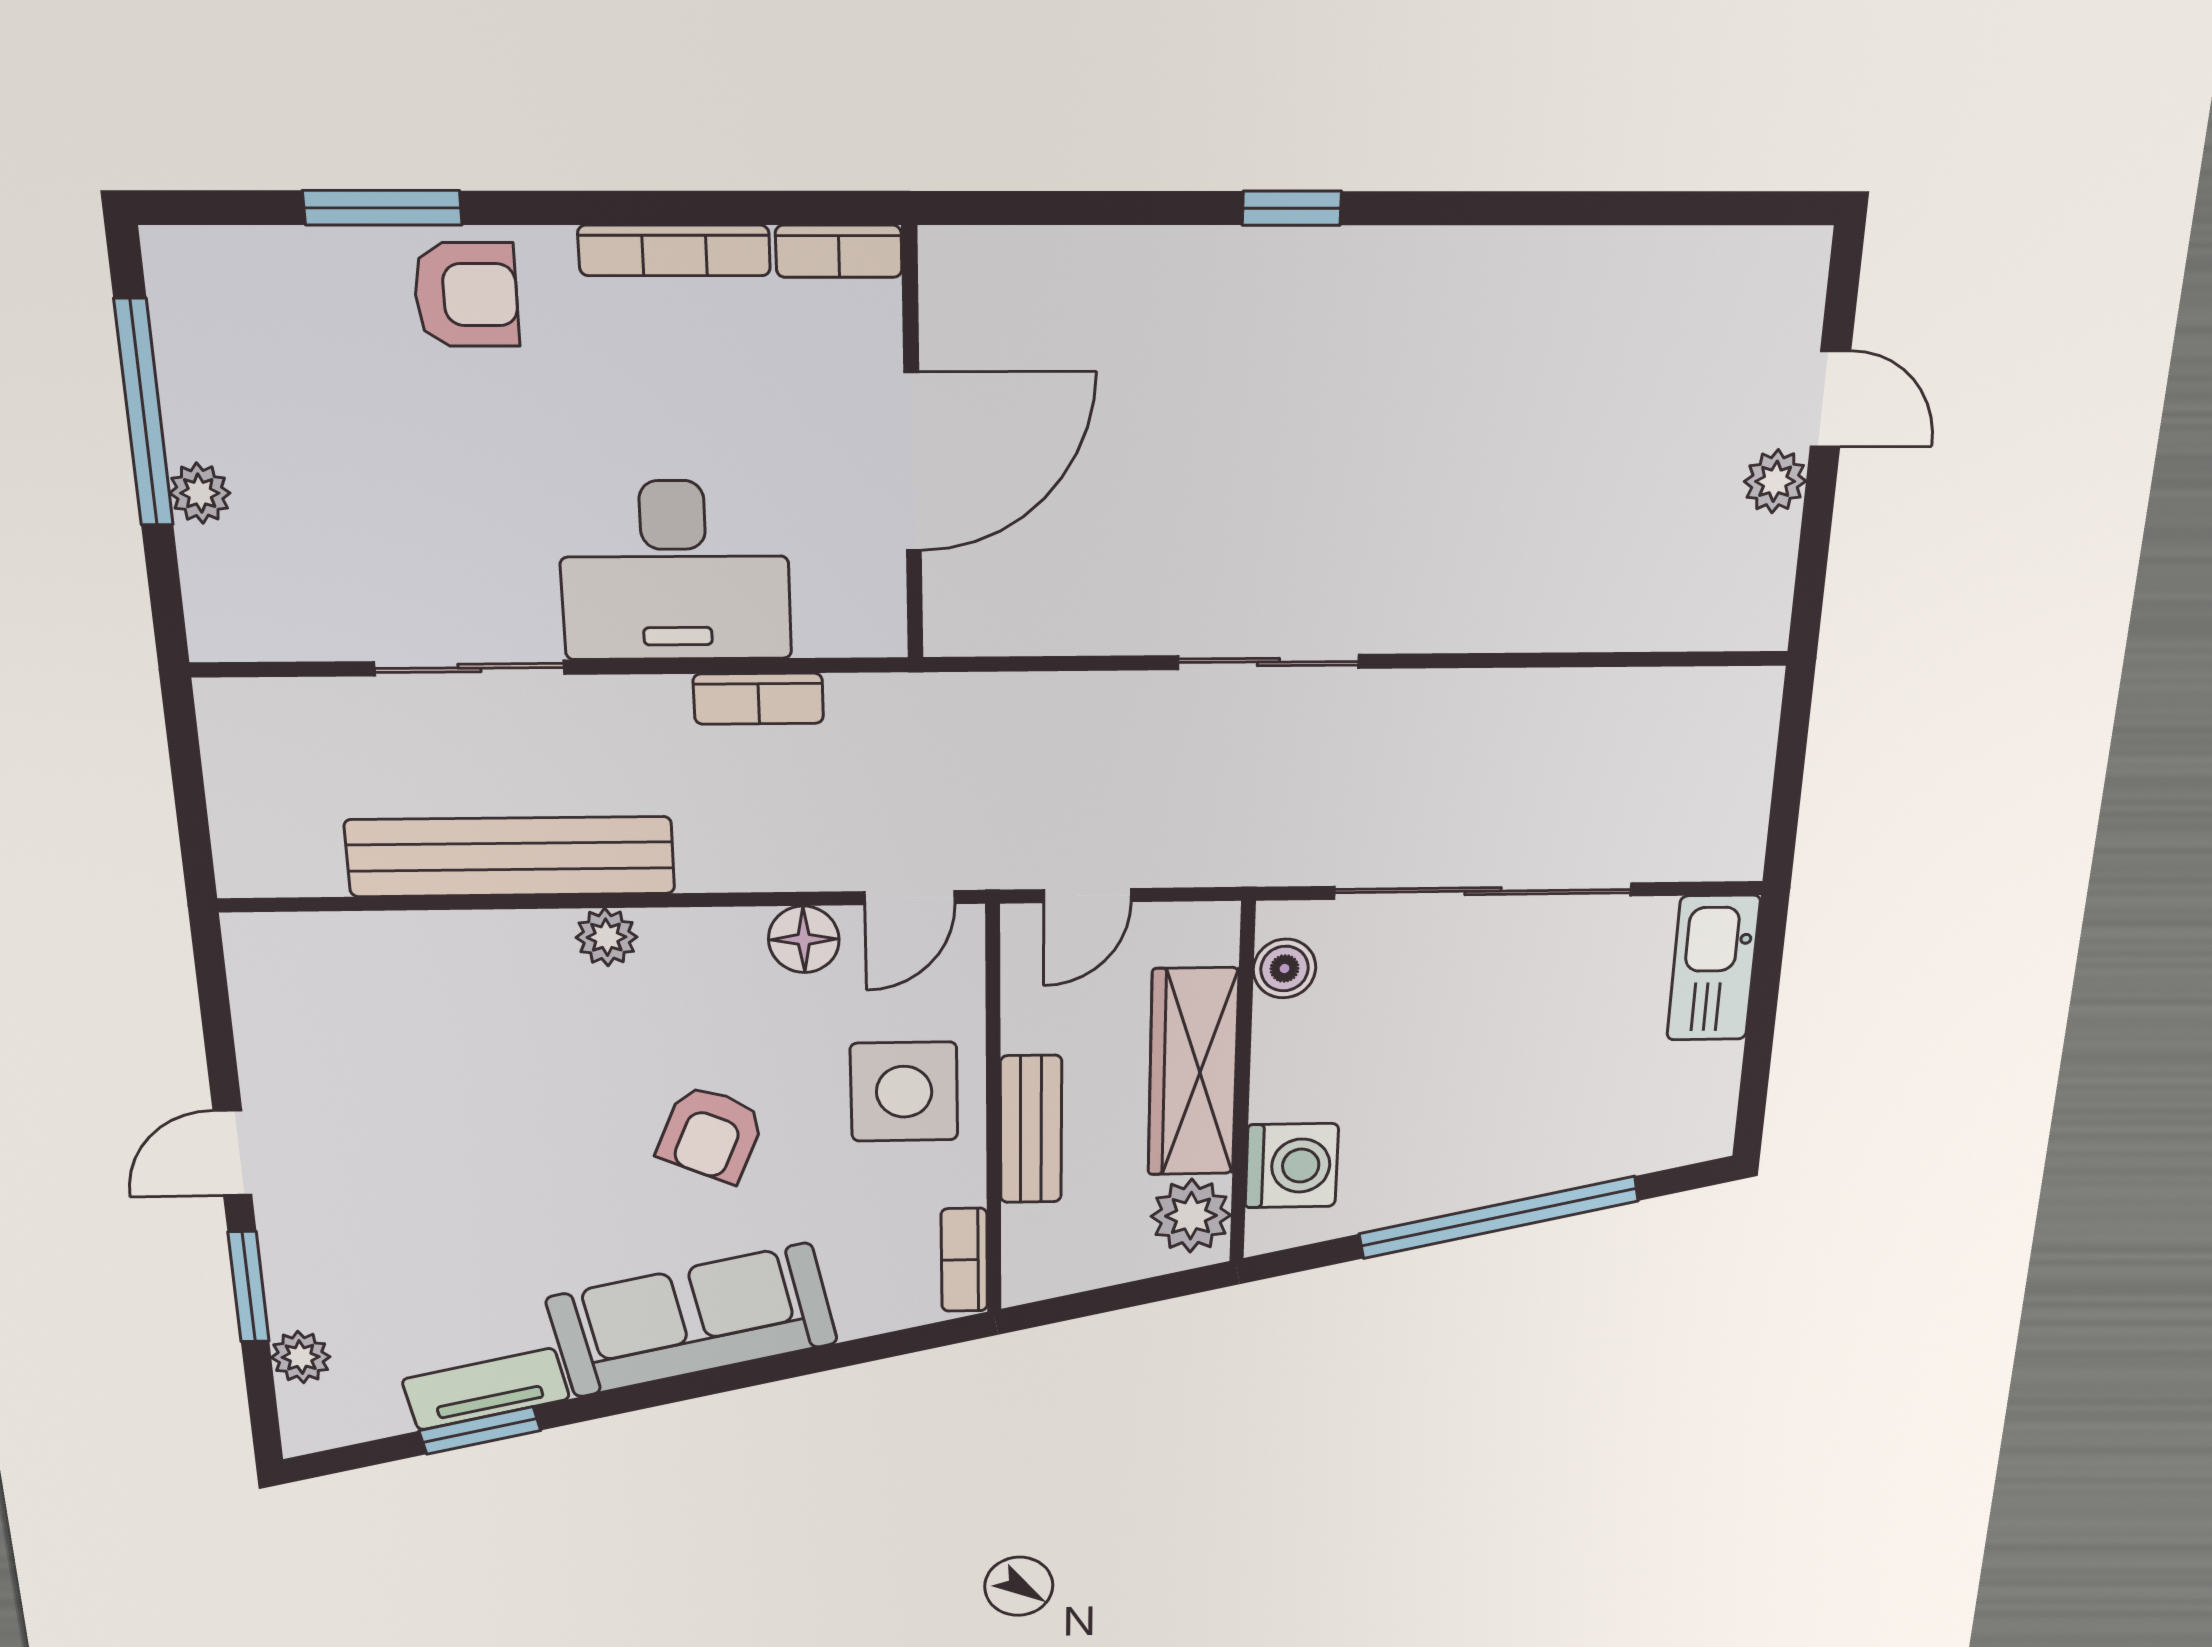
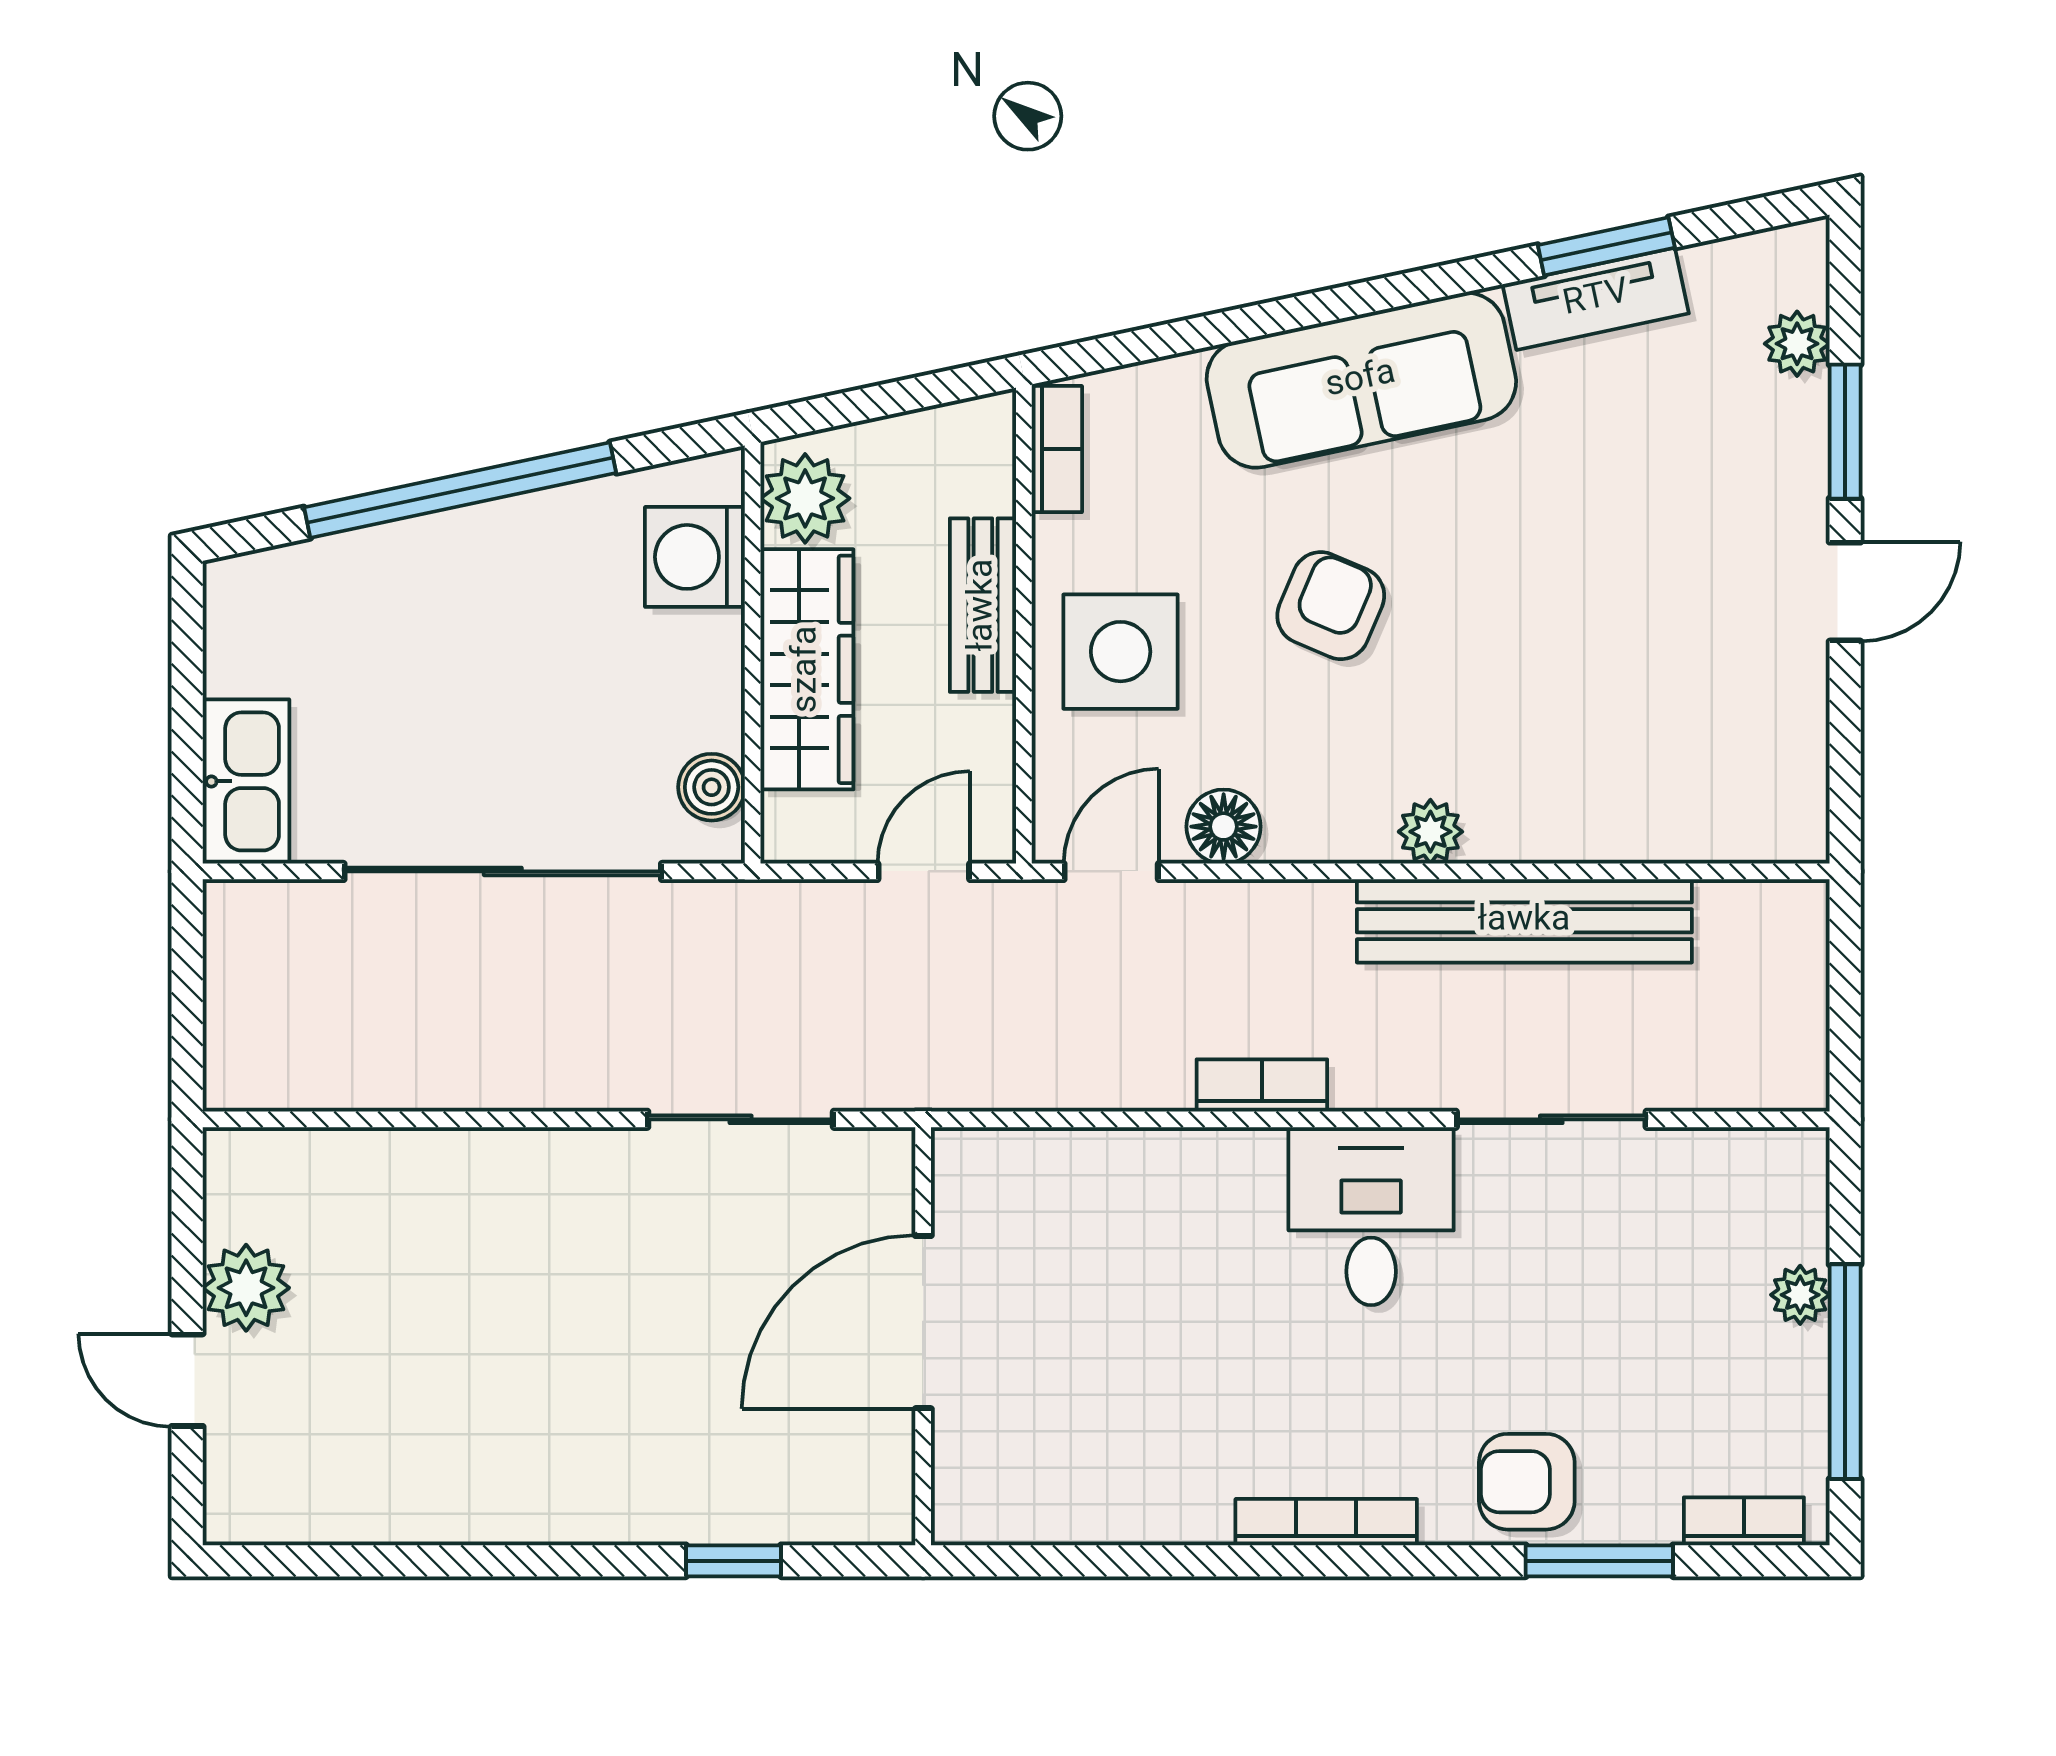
bookcase: (839, 251) -> (1744, 1521), moved
wall: (912, 447) -> (923, 1336), moved
door: (913, 462) -> (923, 1322), moved
plant: (1775, 481) -> (246, 1288), width x1.38, depth x1.38
desk: (675, 571) -> (1371, 1216), width x0.73

